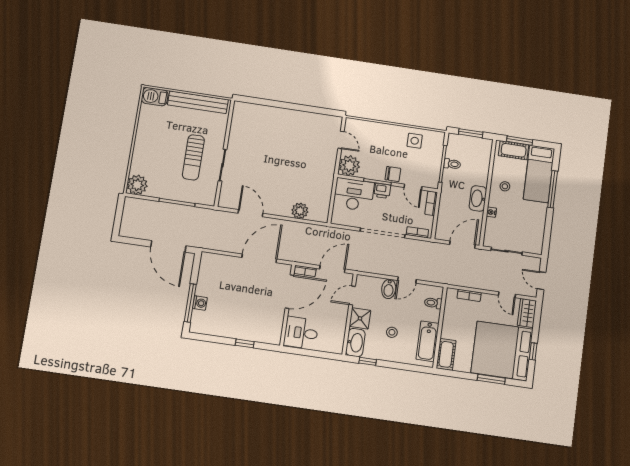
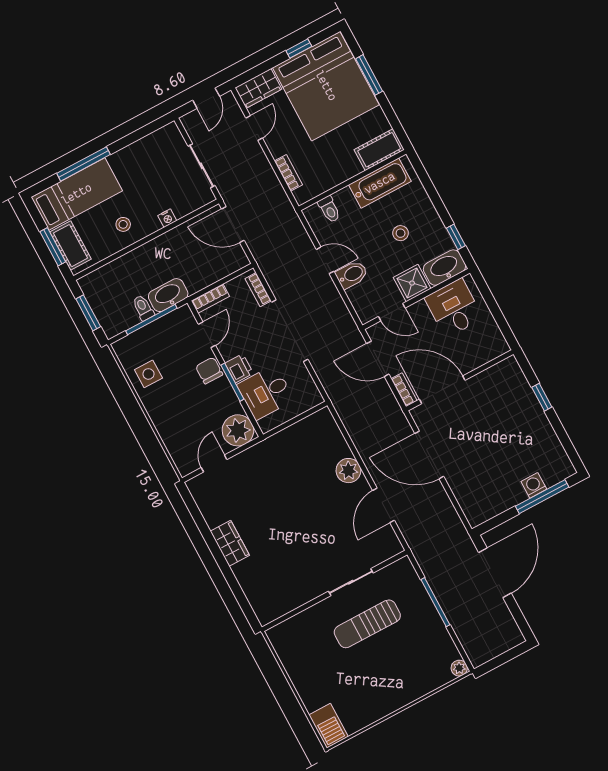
bench: (198, 102) -> (297, 669), removed
wardrobe: (292, 117) -> (230, 543), added
sun lounger: (193, 157) -> (367, 624), turned 180
plant: (137, 185) -> (459, 668), width x0.53, depth x0.53
desk: (354, 195) -> (266, 392), width x0.73
washbasin: (478, 198) -> (168, 295), moved, turned 180
plant: (300, 211) -> (348, 471), moved
desk: (301, 333) -> (454, 308), moved, turned 180

